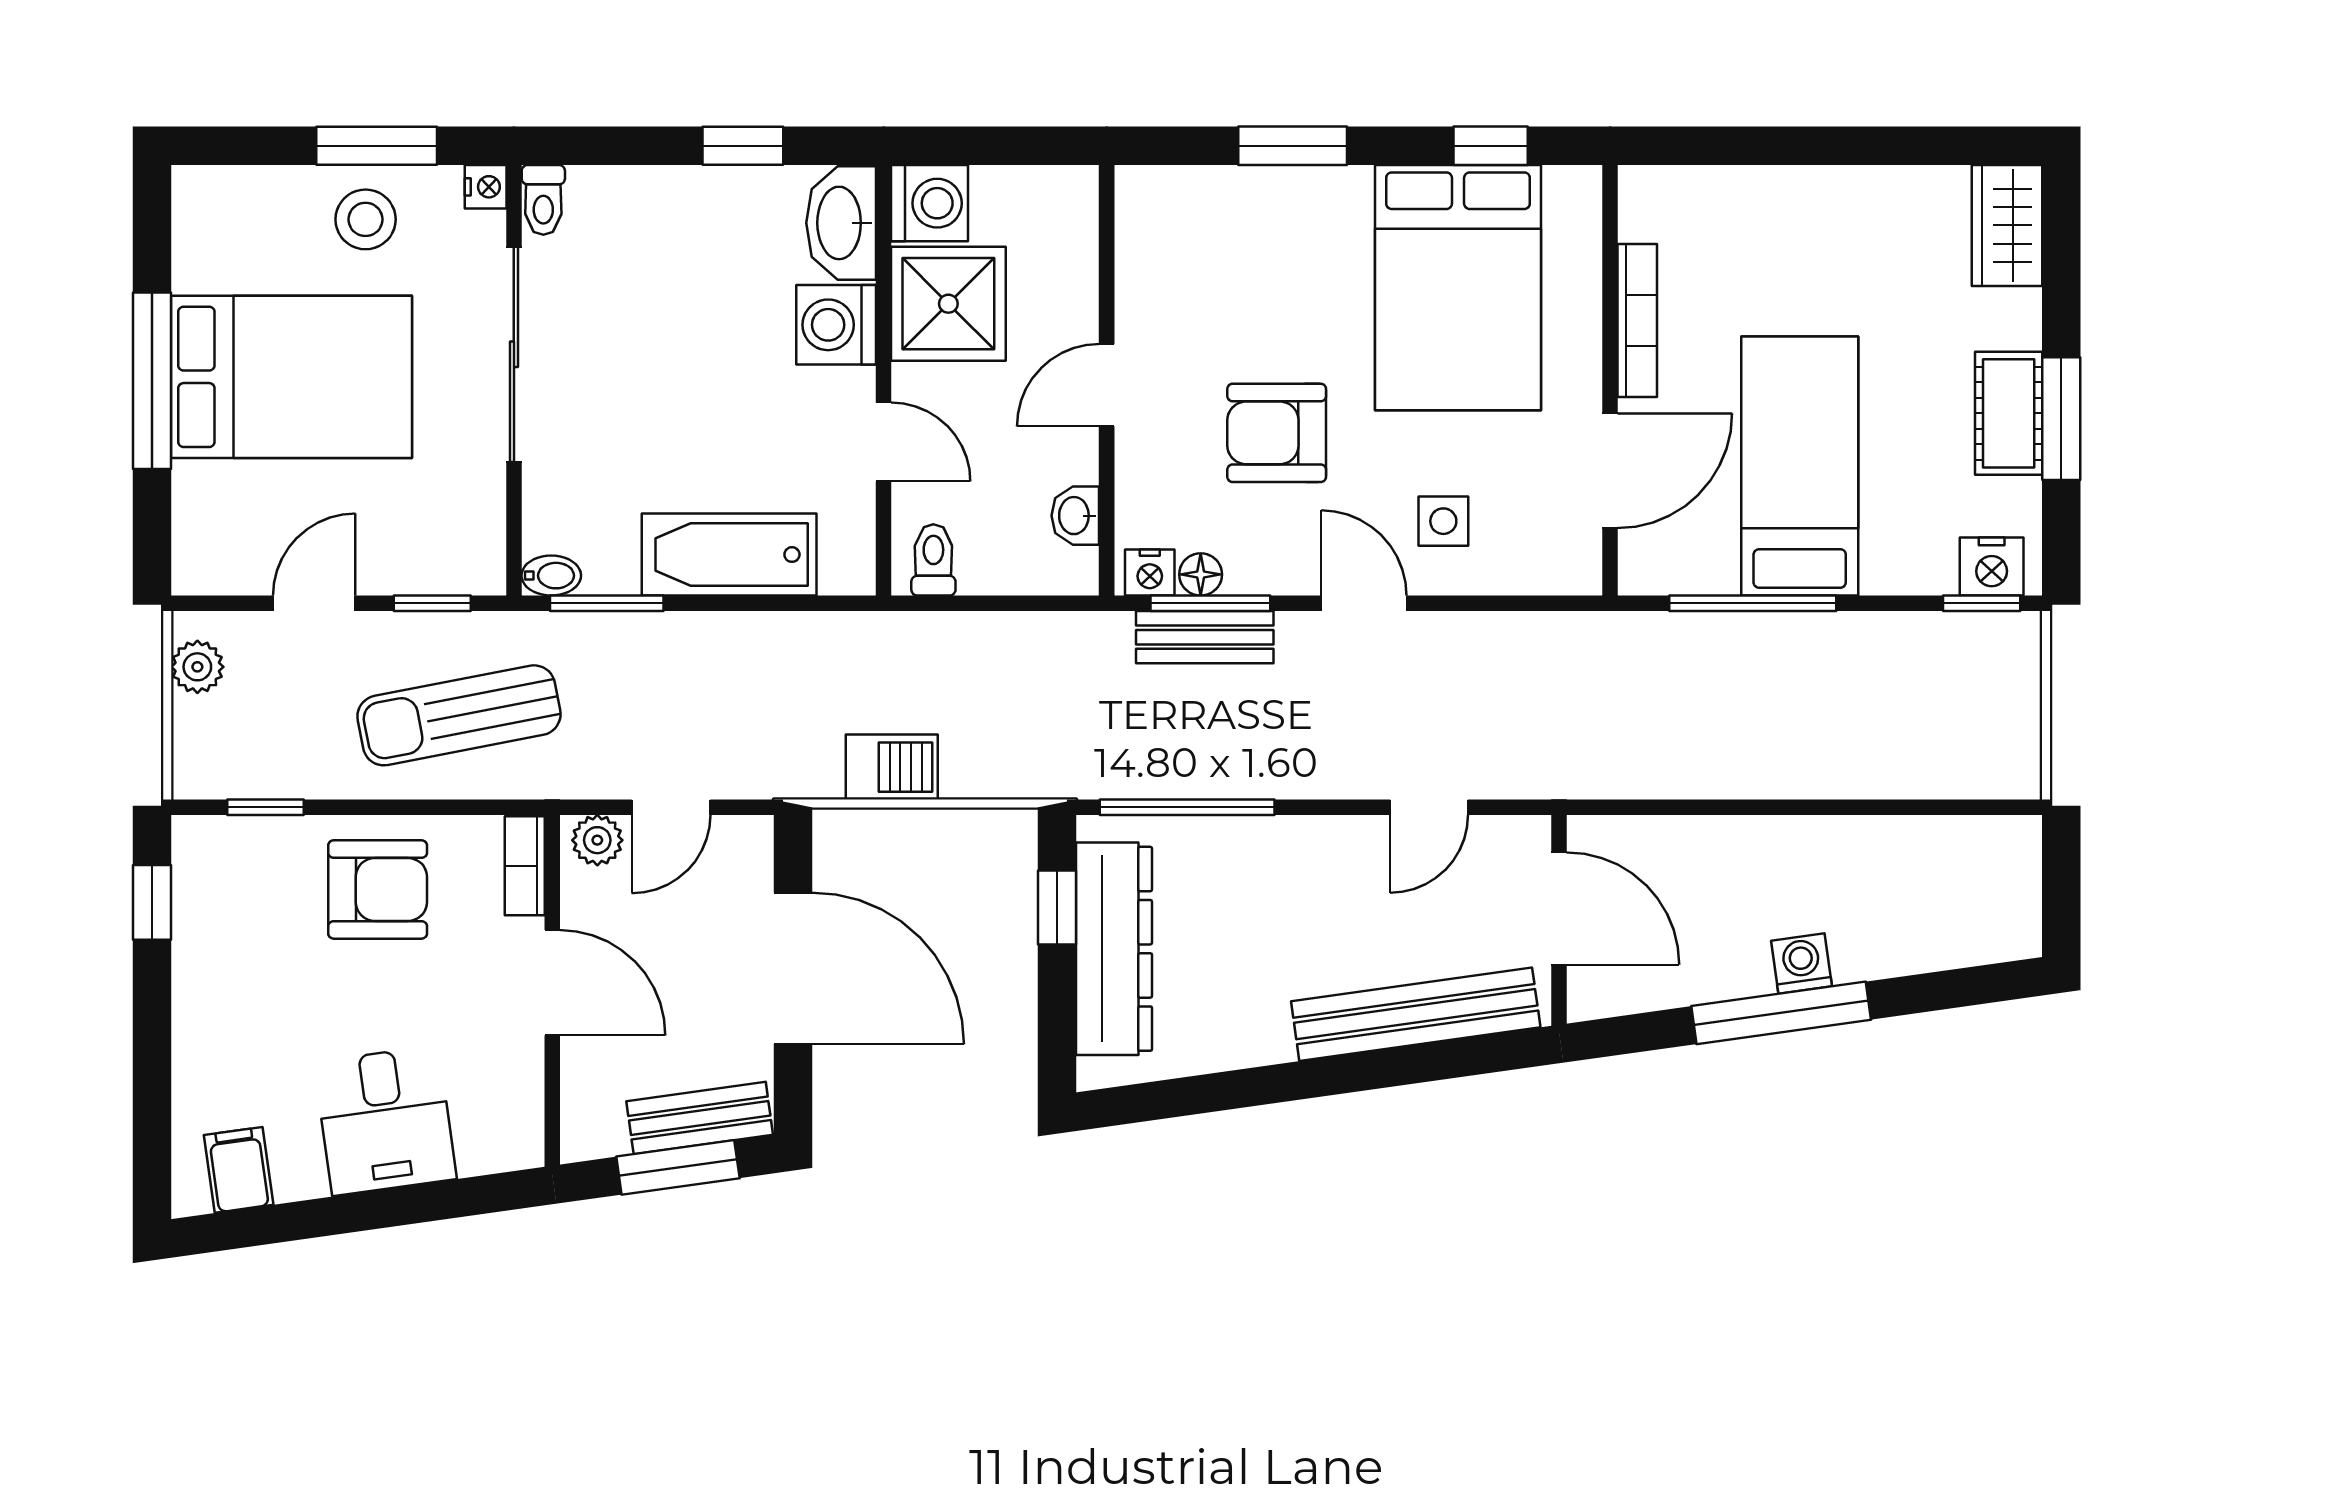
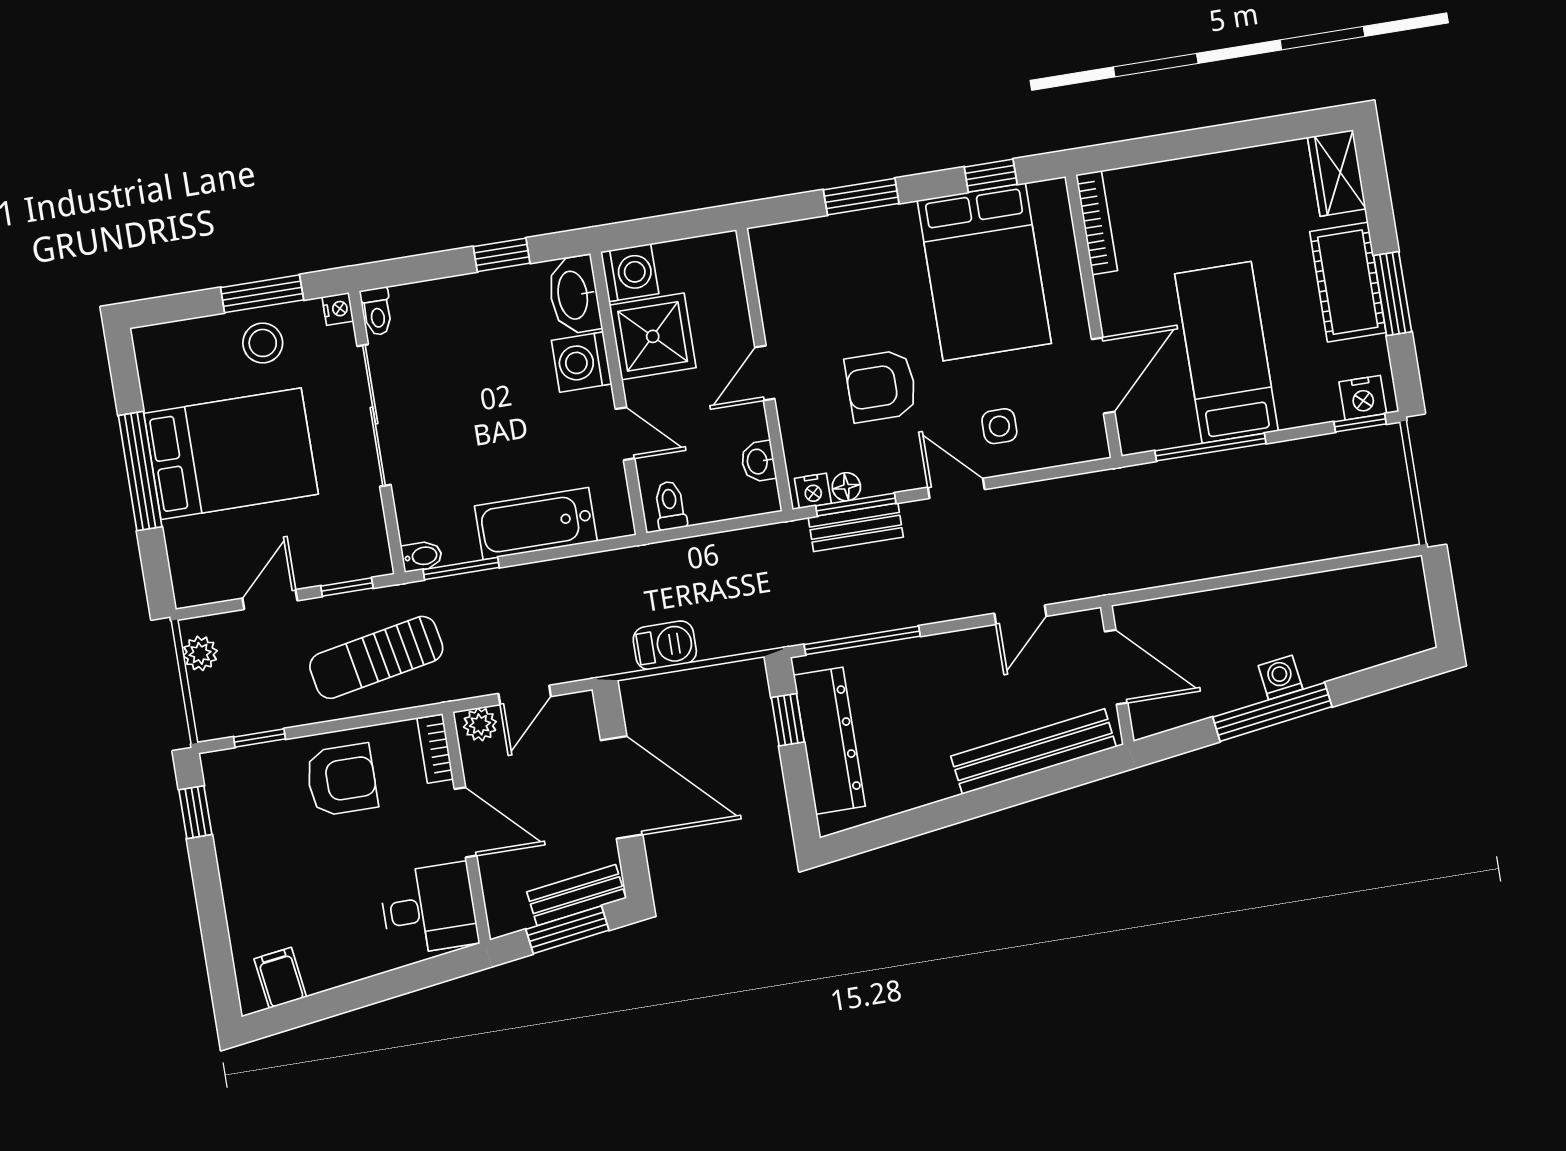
bookcase: (1637, 320) -> (1097, 223), moved
cot: (2009, 413) -> (1348, 282), width x1.37, depth x1.34
desk: (385, 1121) -> (429, 909), moved, turned -82

